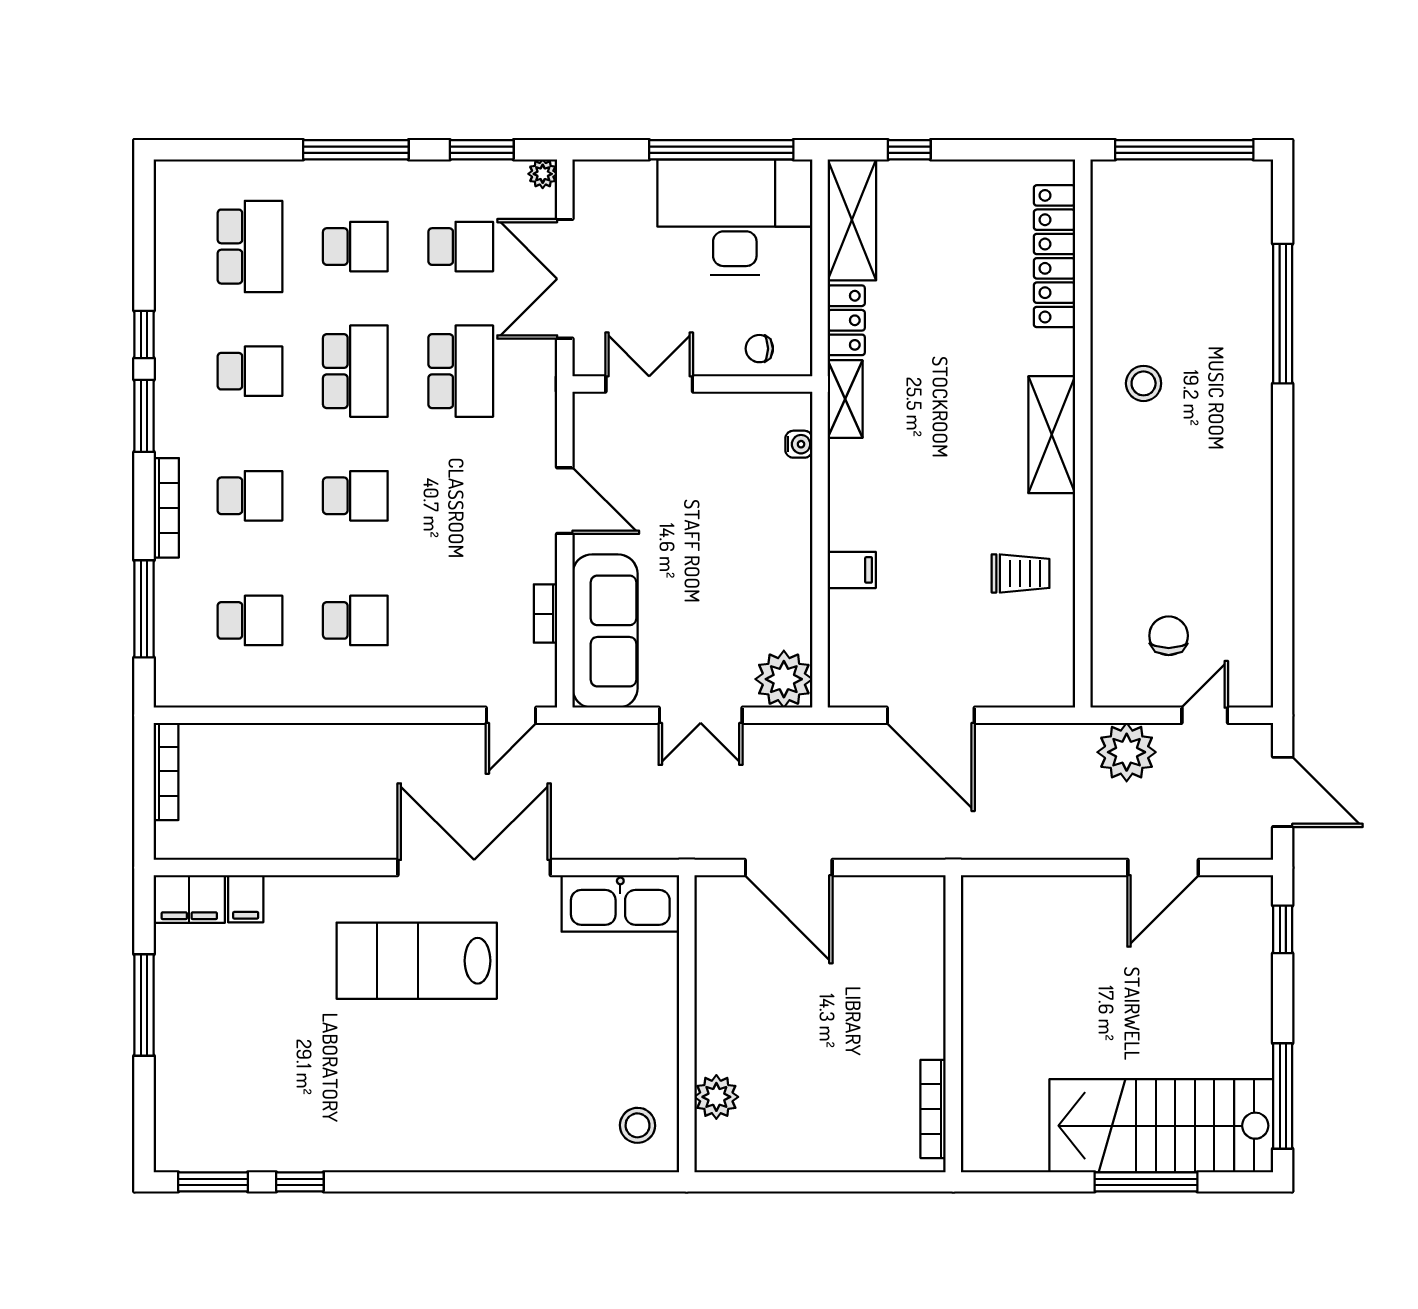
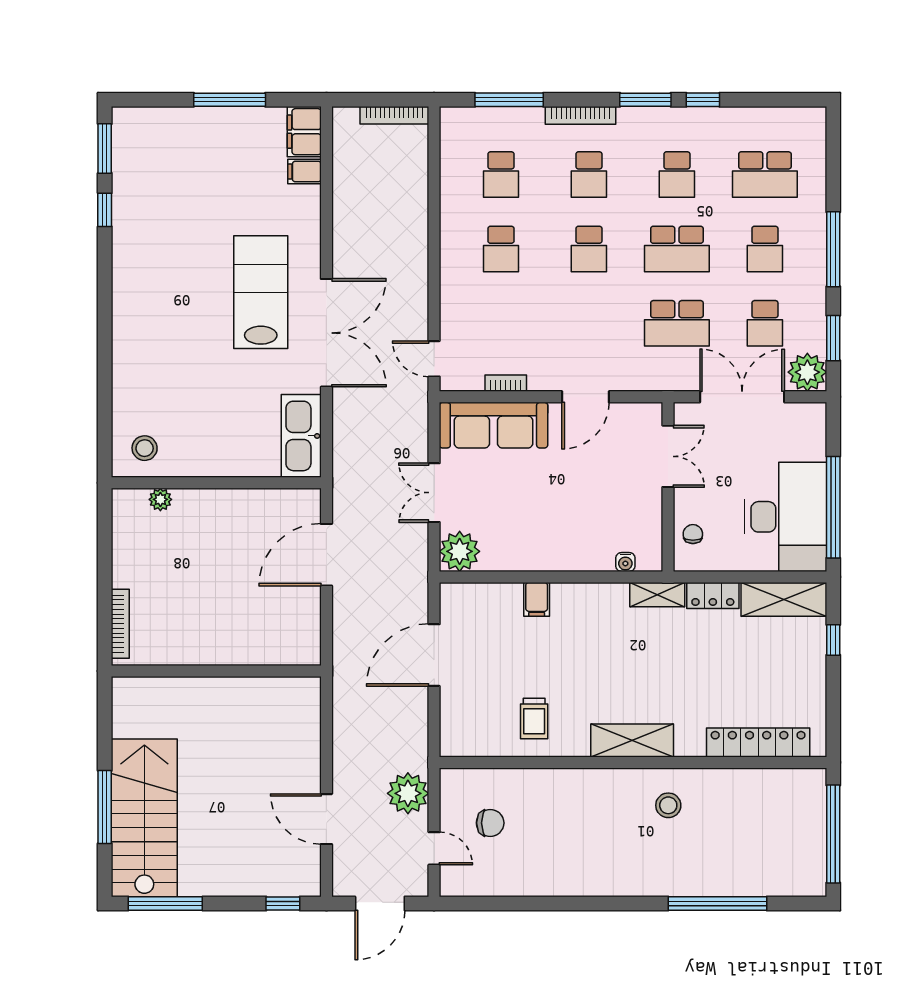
plant: (543, 174) -> (807, 372), width x1.87, depth x1.87
plant: (716, 1097) -> (160, 499), width x0.73, depth x0.73
bookcase: (933, 1109) -> (120, 624), moved, turned 90

